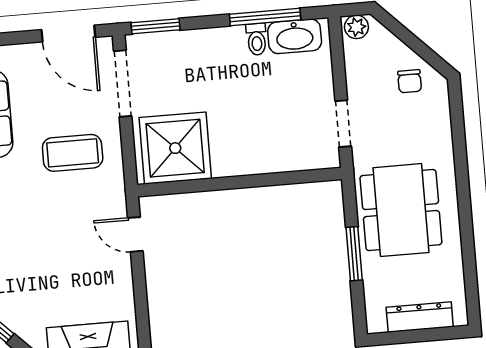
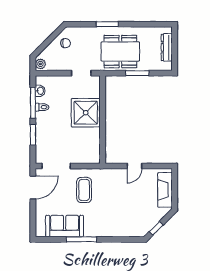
window: (155, 26) -> (33, 135), moved
washbasin: (295, 36) -> (40, 91), width x0.52, depth x0.69
shower: (175, 148) -> (86, 113), moved
window: (462, 174) -> (107, 24), added
door: (135, 234) -> (134, 166), moved

